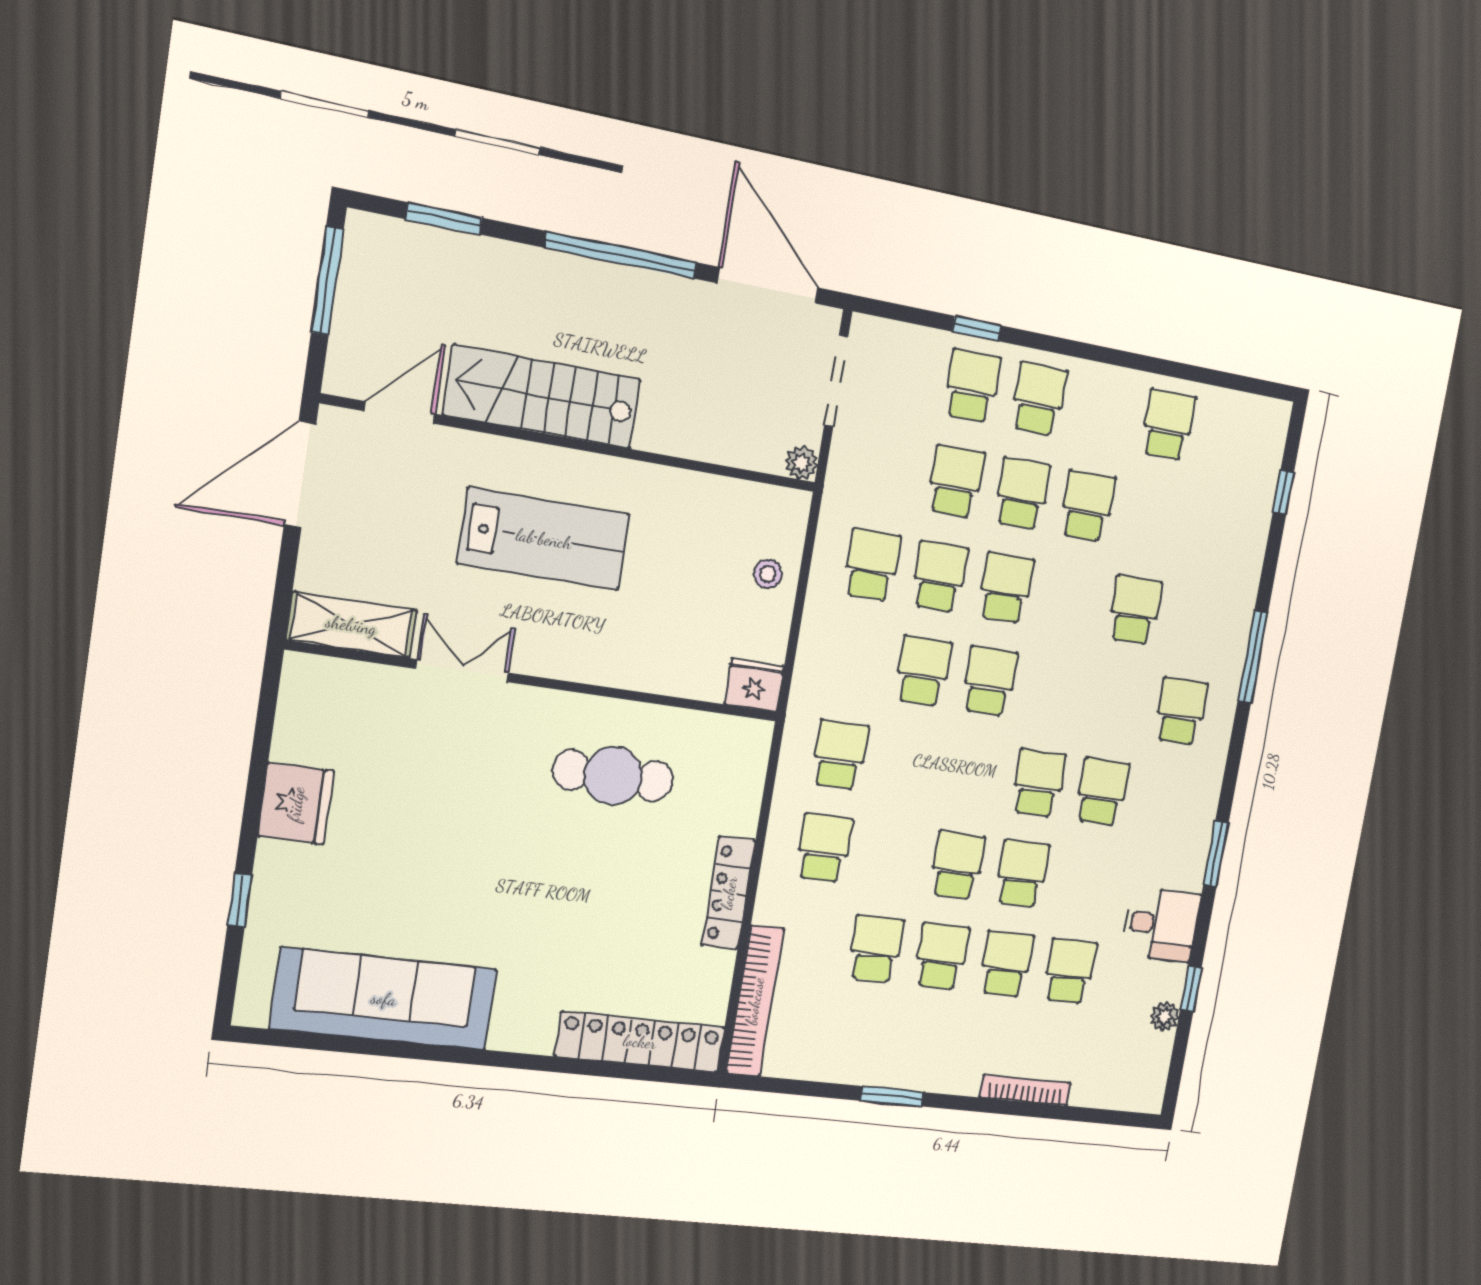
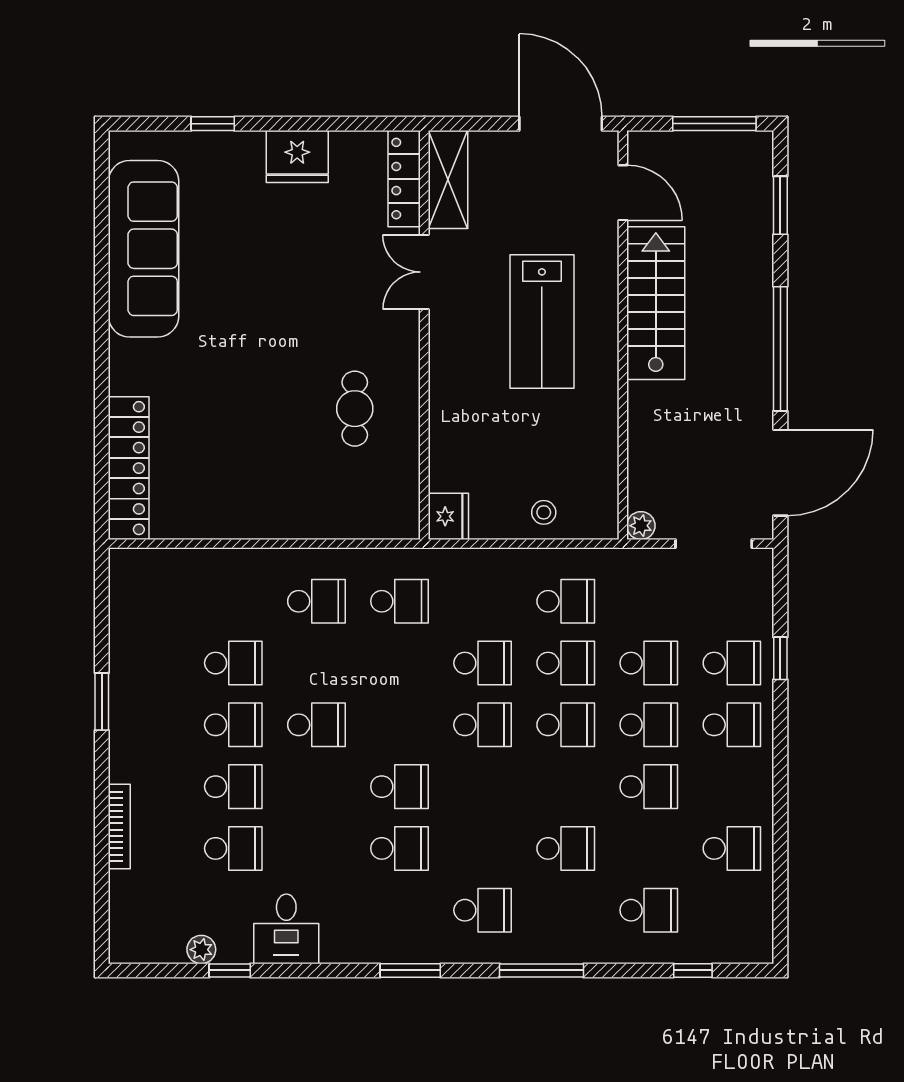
double door: (462, 671) -> (424, 272), swing flipped
cafe table: (613, 776) -> (355, 409), width x0.73, depth x0.74
window: (1216, 853) -> (410, 970), moved
school desk: (1022, 874) -> (649, 910), moved
locker: (729, 893) -> (404, 179), moved, turned -90
bookcase: (755, 1001) -> (175, 563), removed

